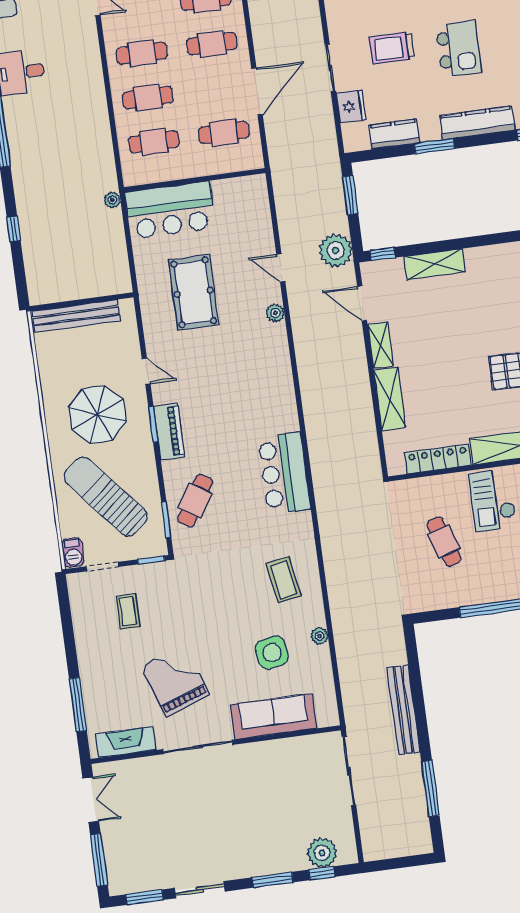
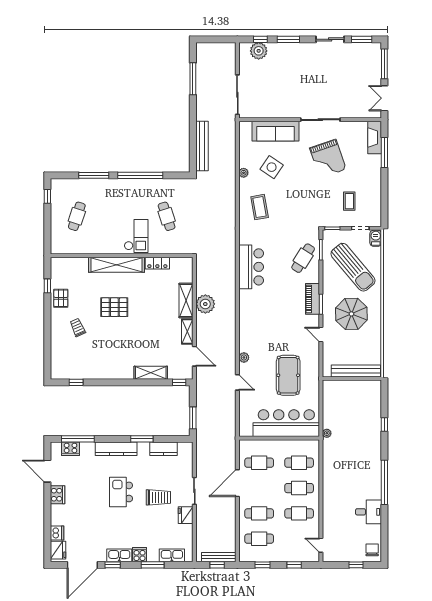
fridge: (351, 107) -> (186, 515), moved
bar counter: (170, 210) -> (286, 423), width x1.36
plant: (336, 251) -> (205, 304), moved
locker: (438, 459) -> (157, 263), width x0.66
side table: (272, 652) -> (272, 167), turned 45
bench: (404, 710) -> (202, 146), moved
fireplace: (126, 742) -> (375, 138), moved, turned 90

